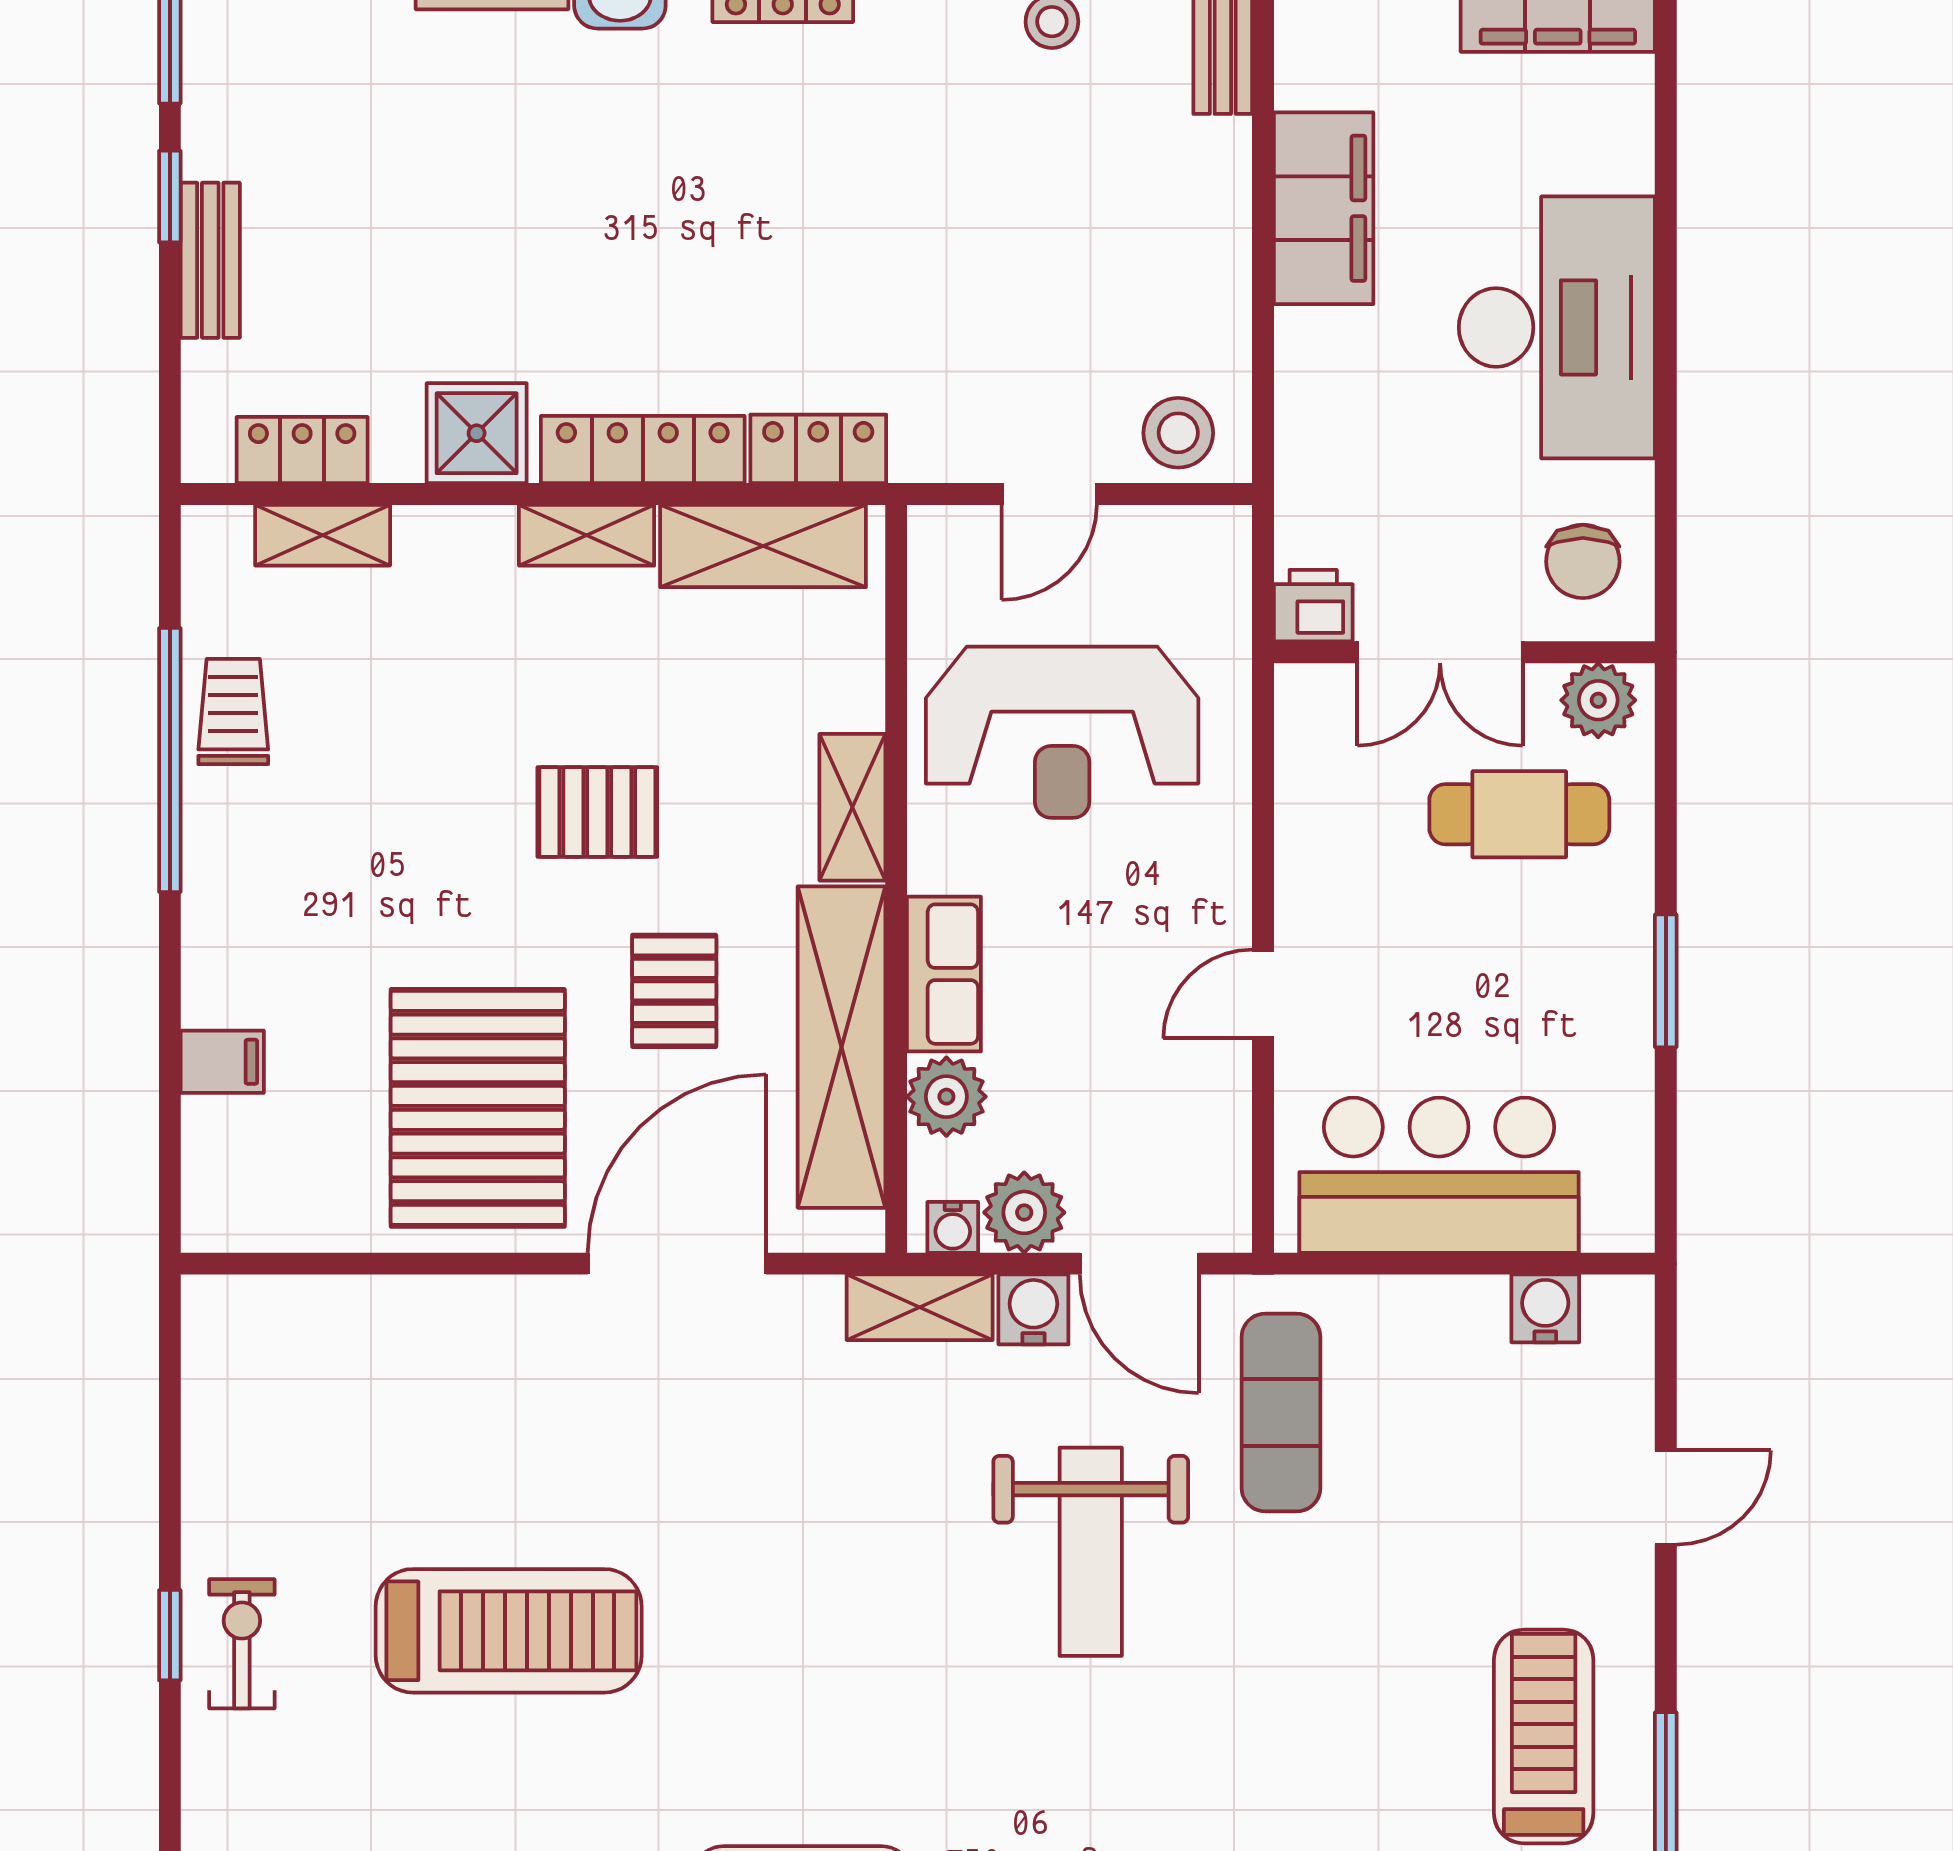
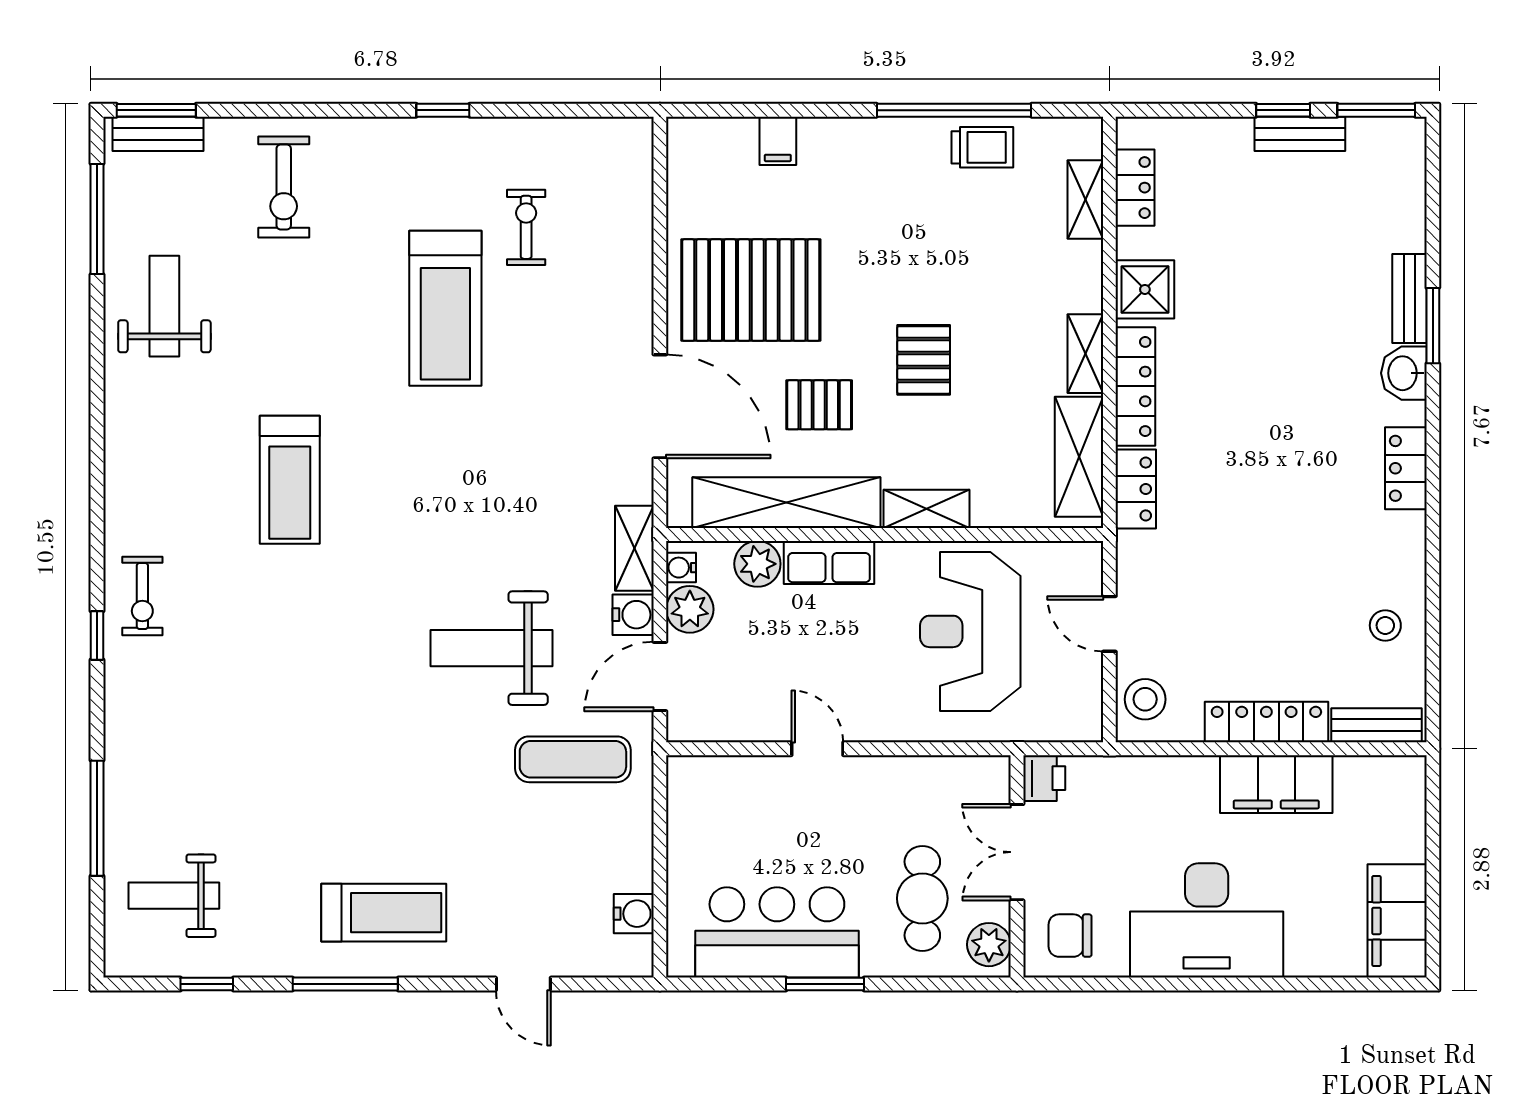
locker: (1217, 225) -> (1266, 722), added
bench: (210, 260) -> (1300, 134), moved
bar counter: (1439, 1175) -> (777, 932), moved, turned -90
exercise bike: (242, 1644) -> (526, 227), moved, turned -90

